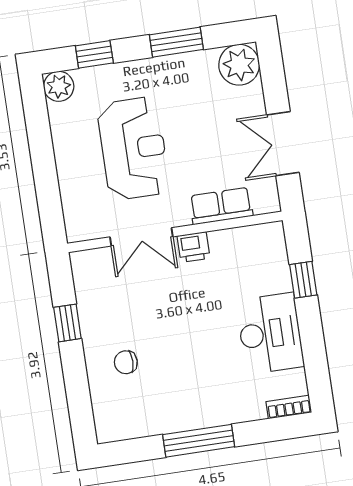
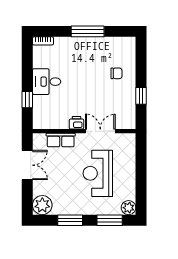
window: (94, 54) -> (110, 220), width x1.50
desk: (270, 333) -> (47, 82), width x0.73

